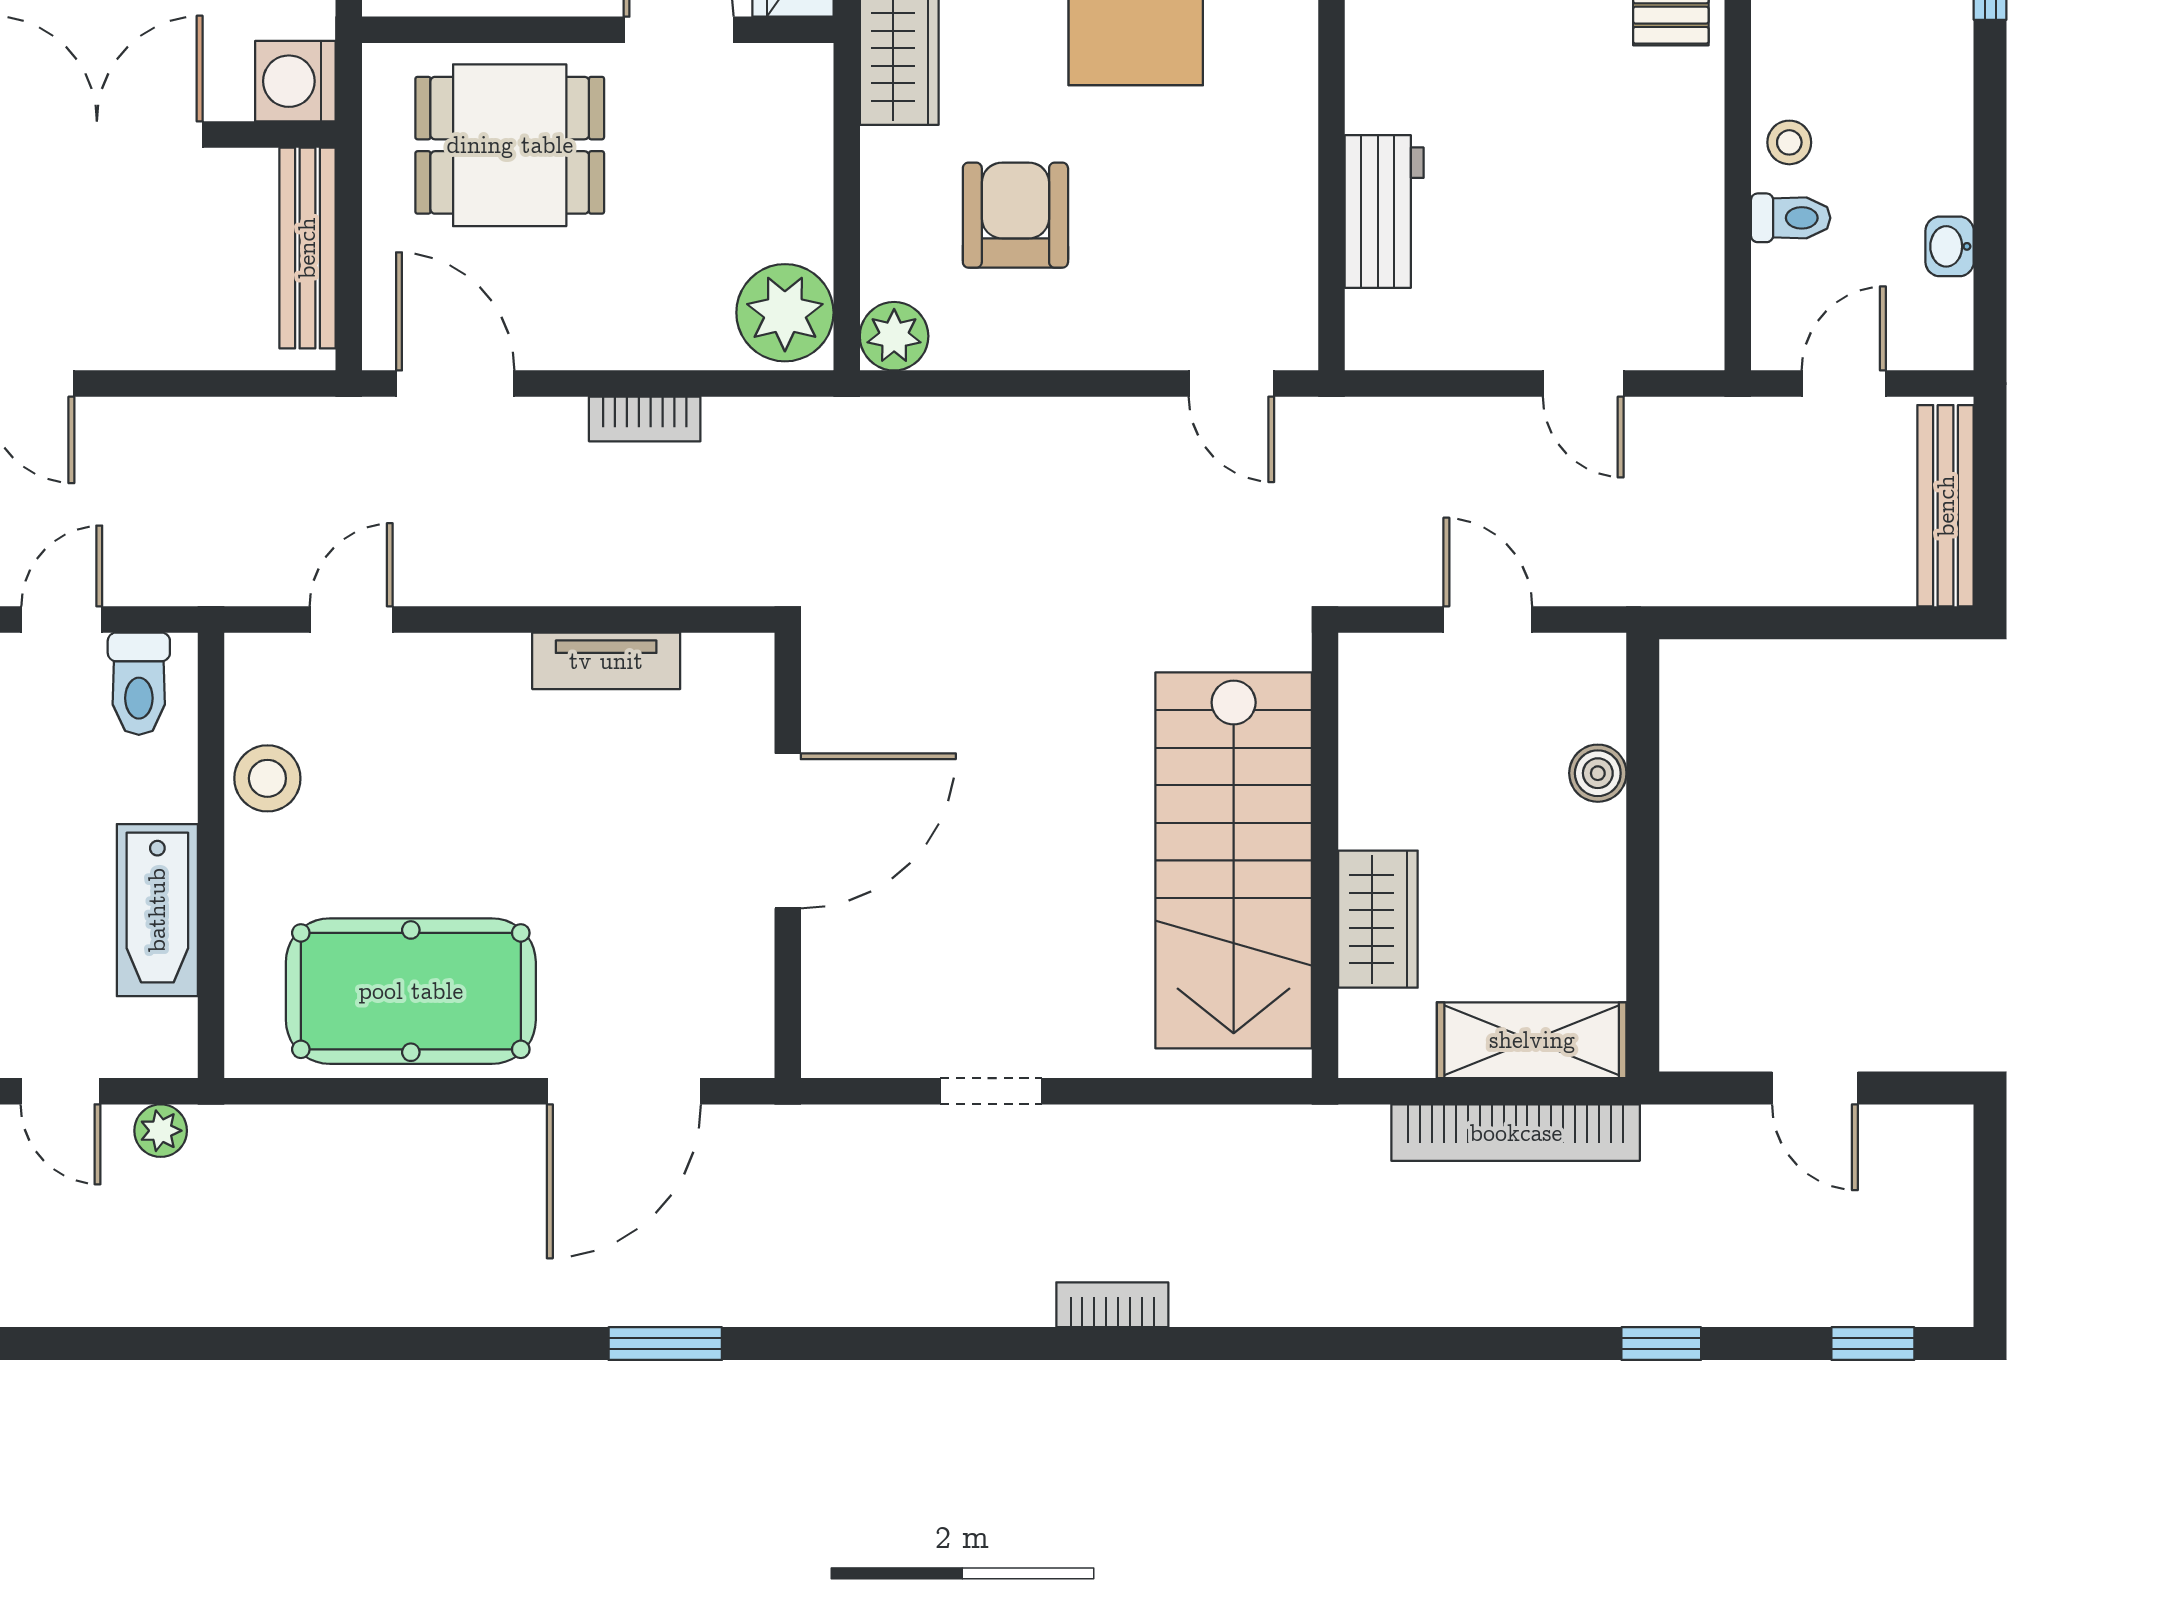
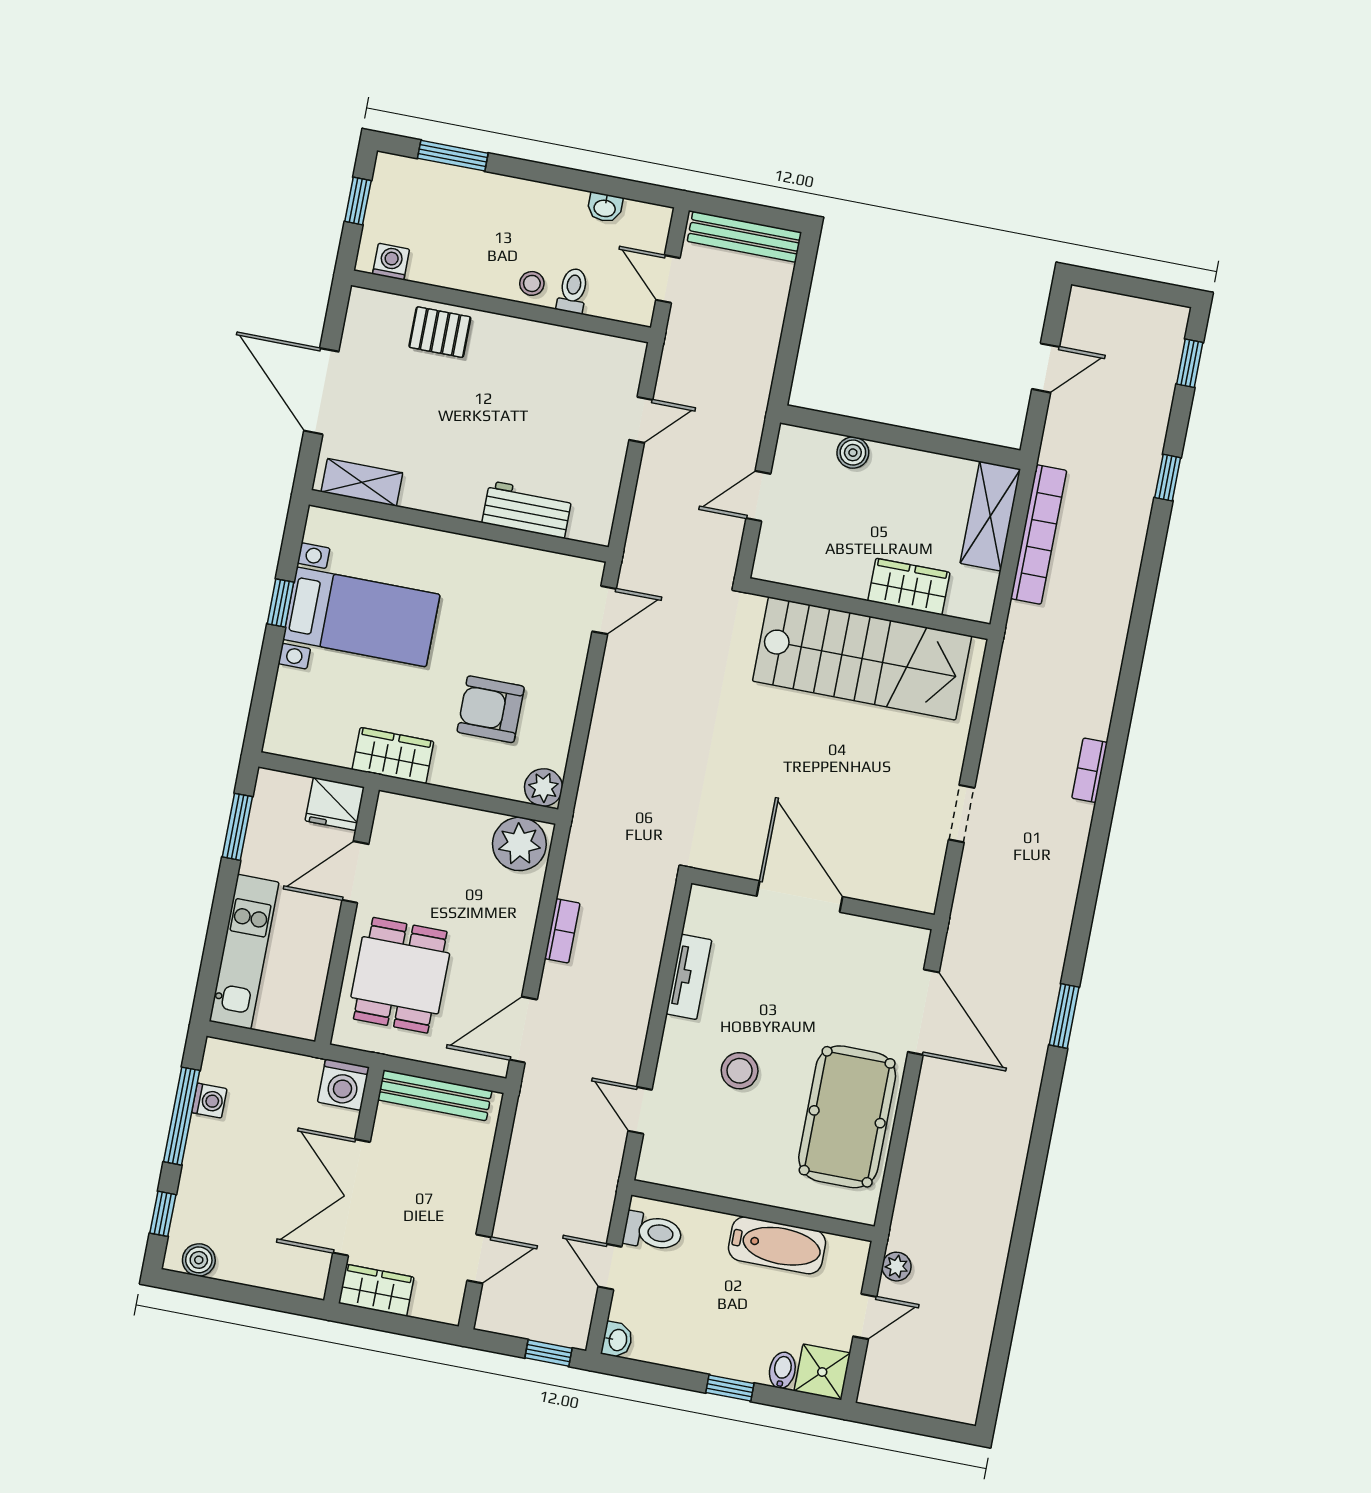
stool: (267, 778) -> (740, 1071), moved

